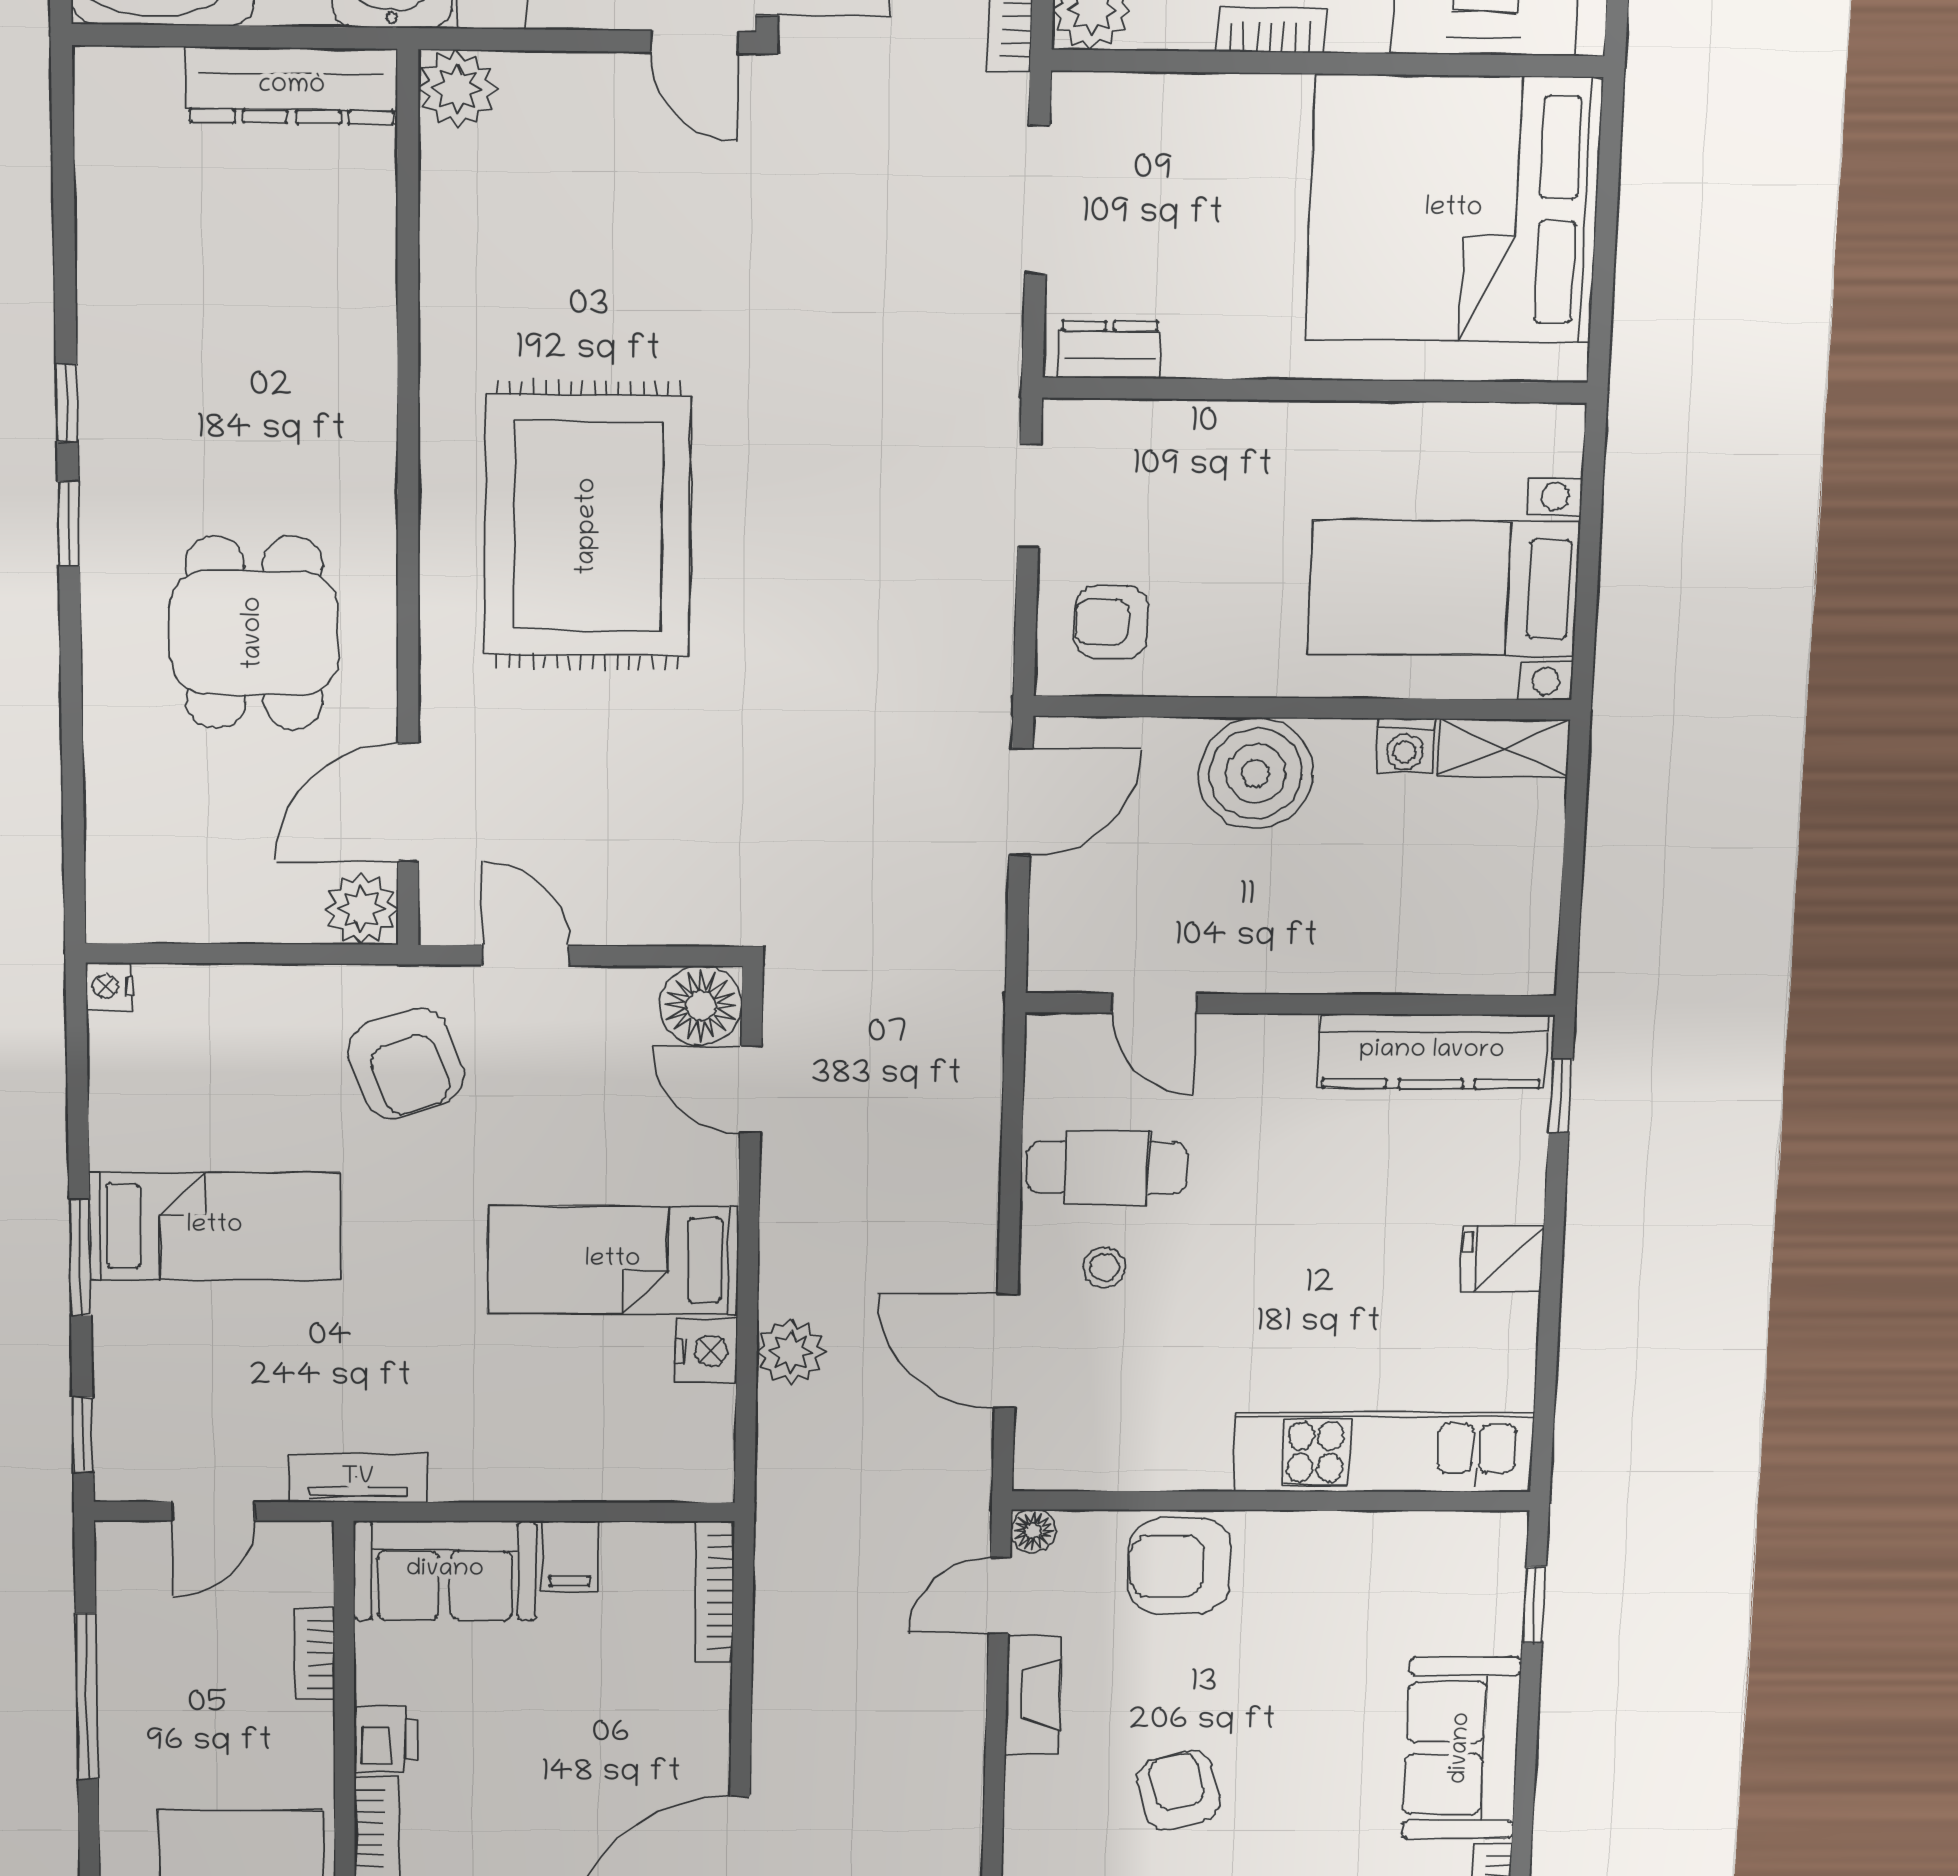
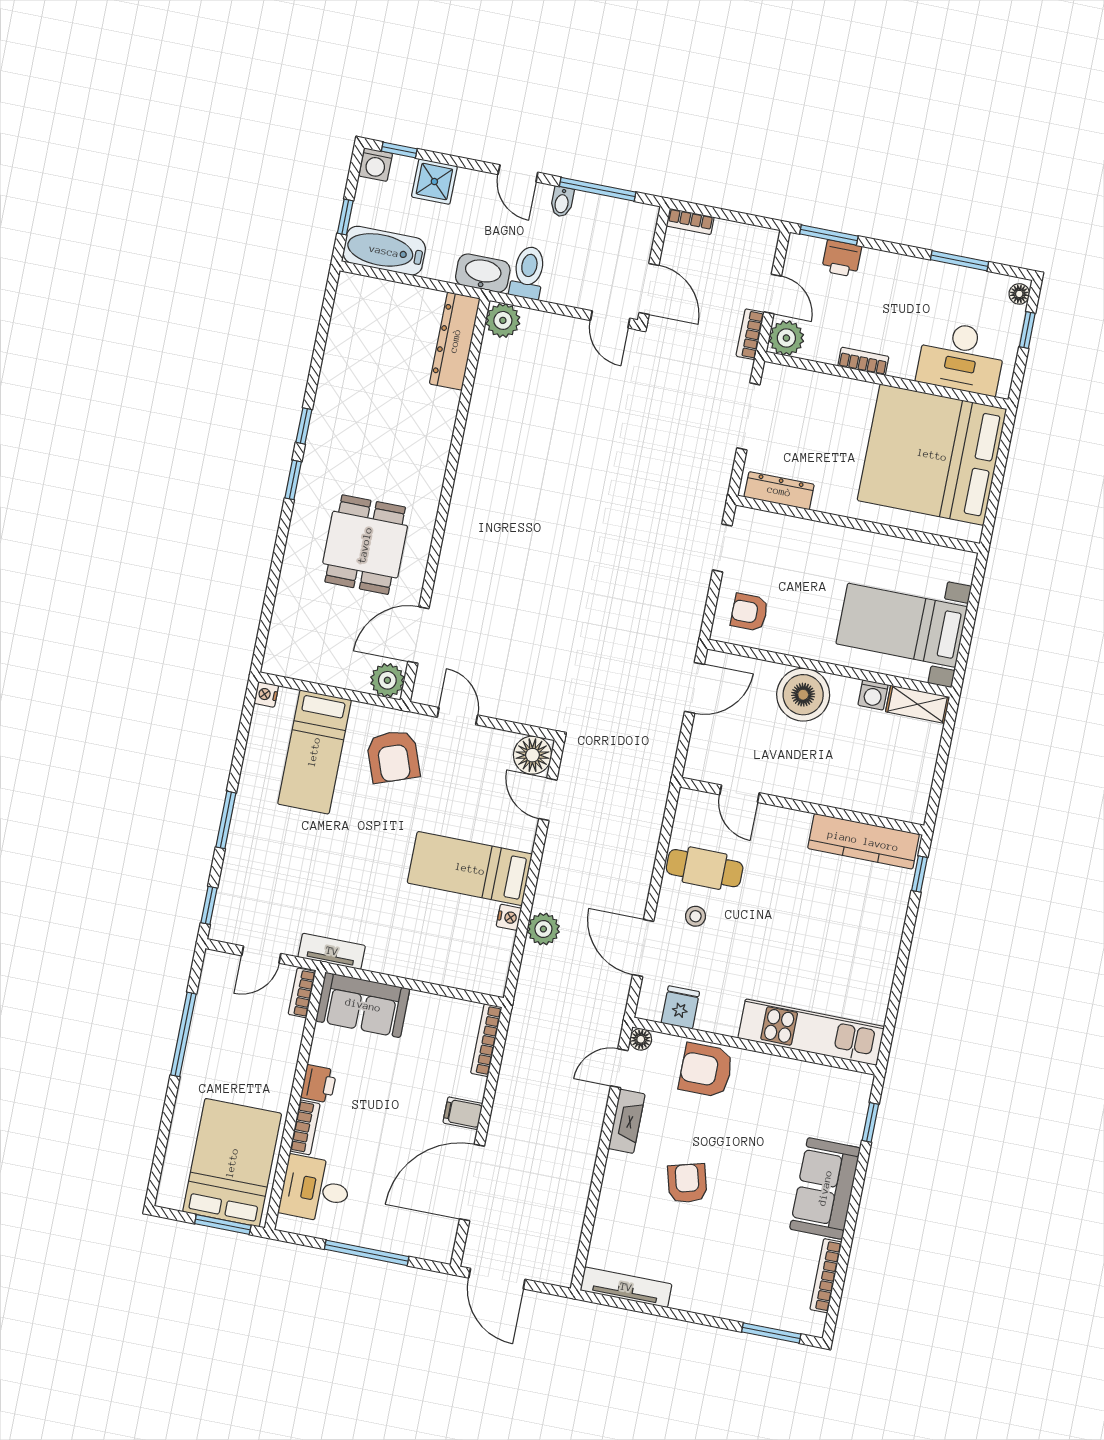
dresser: (292, 86) -> (455, 341), moved, turned 90
dresser: (1109, 349) -> (779, 491), width x1.44
rug: (588, 526) -> (523, 524), removed
bed: (215, 1226) -> (314, 752), moved, turned 90
fridge: (1502, 1259) -> (680, 1007), moved, turned 90
nightstand: (706, 1351) -> (509, 917), width x0.72, depth x0.74
filing cabinet: (570, 1556) -> (463, 1113), moved, turned 90
bookcase: (315, 1653) -> (302, 993), moved

